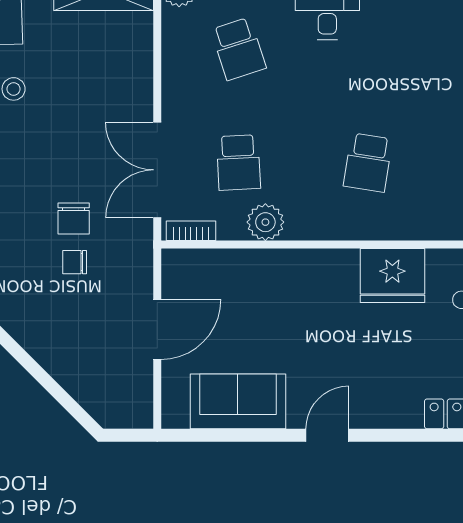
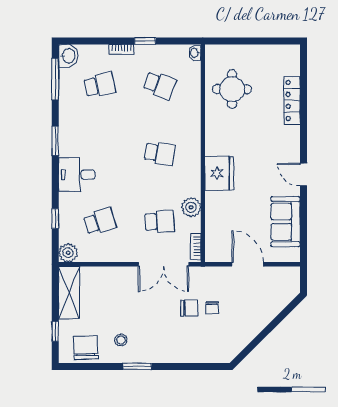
fridge: (392, 276) -> (219, 173), moved

